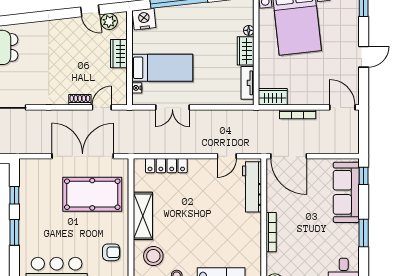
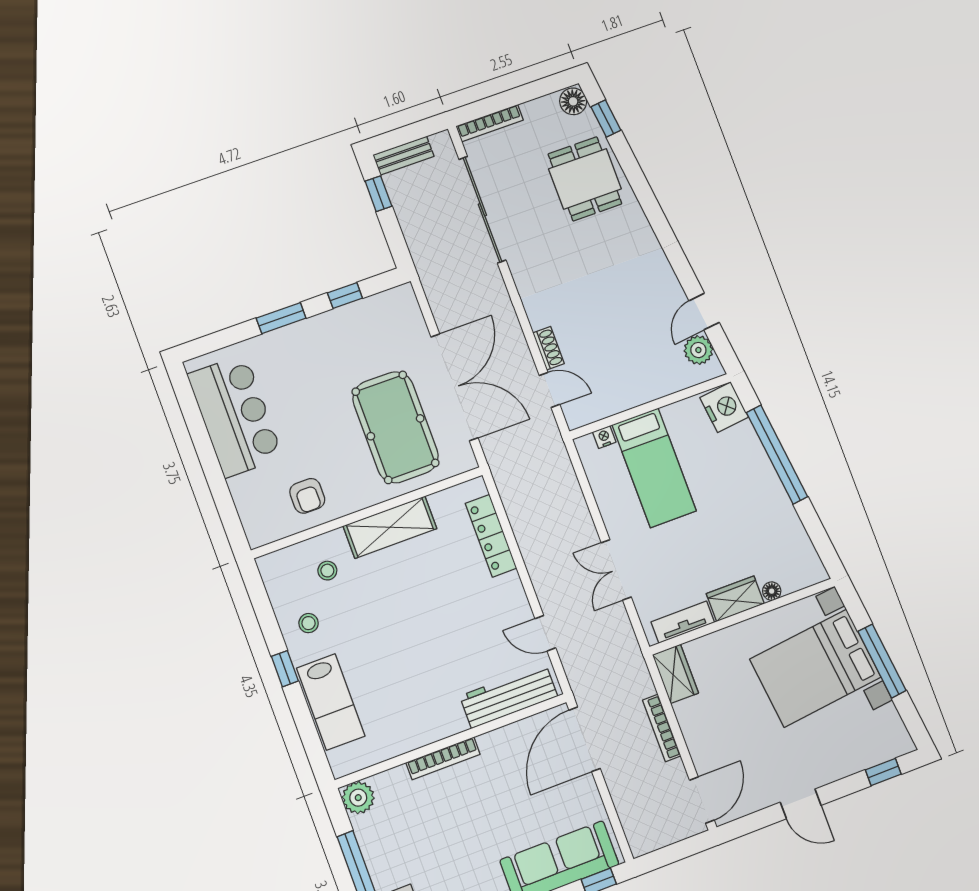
wardrobe: (119, 54) -> (651, 386), removed
double door: (172, 107) -> (616, 570), moved
stool: (153, 256) -> (327, 571), width x0.53, depth x0.53

